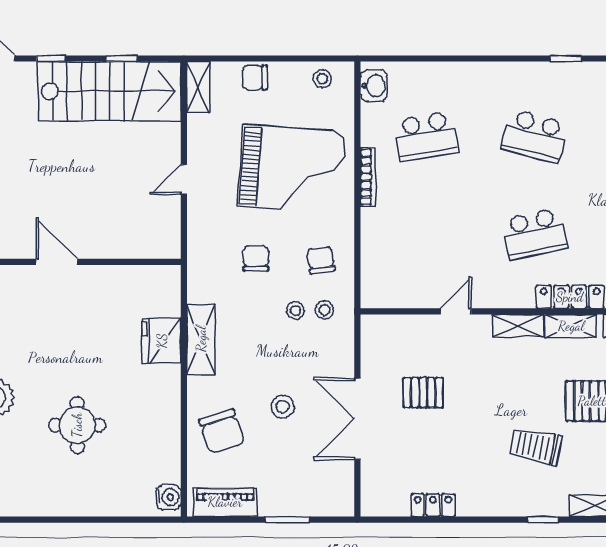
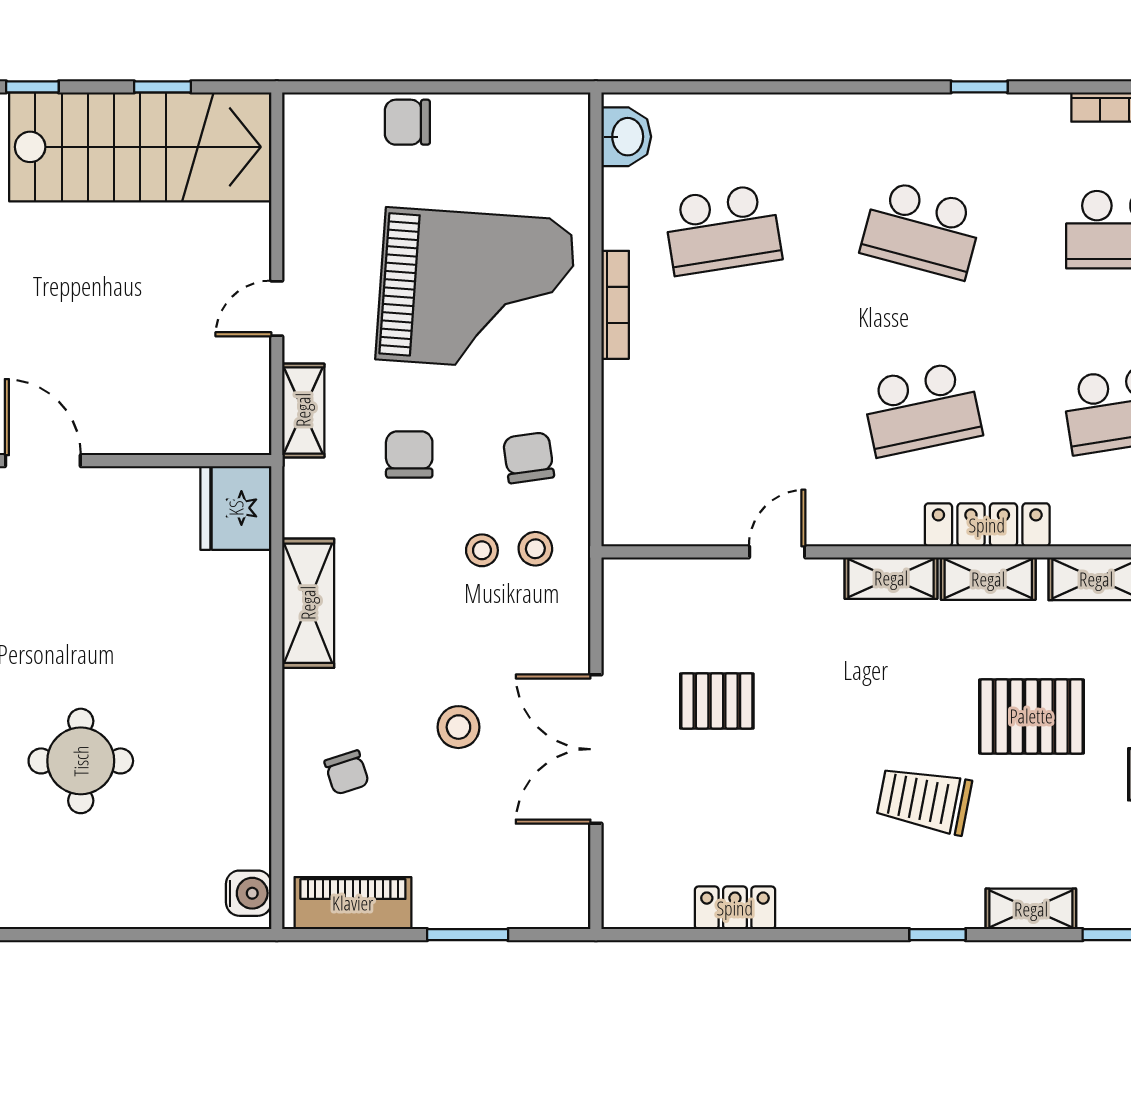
stool: (322, 79) -> (531, 124), removed
shelving: (198, 87) -> (303, 410), moved
fridge: (162, 341) -> (236, 508), moved
chair: (222, 431) -> (347, 772), width x0.54, depth x0.54

